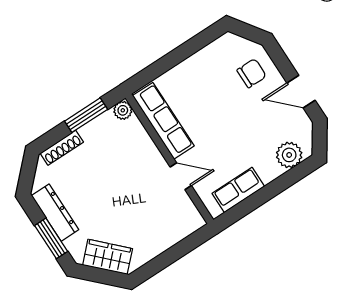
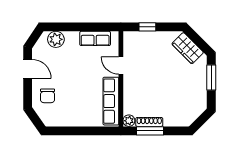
chair: (252, 73) -> (48, 96), turned -90
shoe rack: (62, 148) -> (149, 122), moved
dresser: (55, 213) -> (200, 90), removed
window: (179, 250) -> (147, 27), added

